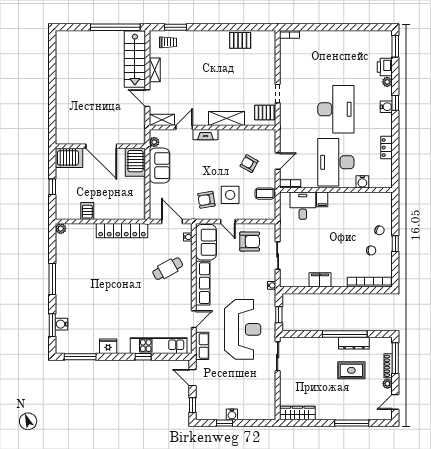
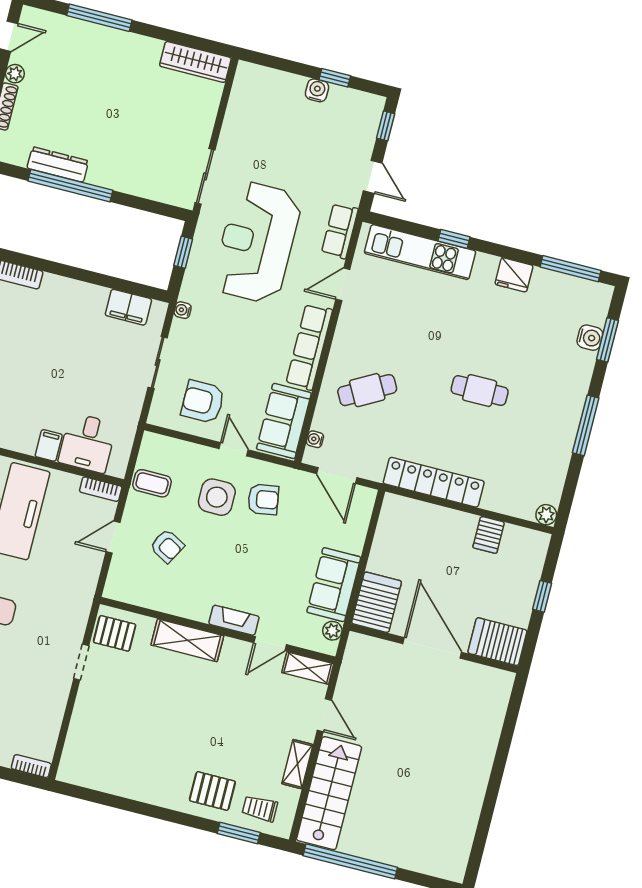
pallet: (240, 40) -> (212, 791), moved
filing cabinet: (320, 280) -> (128, 307), moved
cafe table: (111, 283) -> (480, 391), added
rug: (351, 370) -> (75, 115), removed

